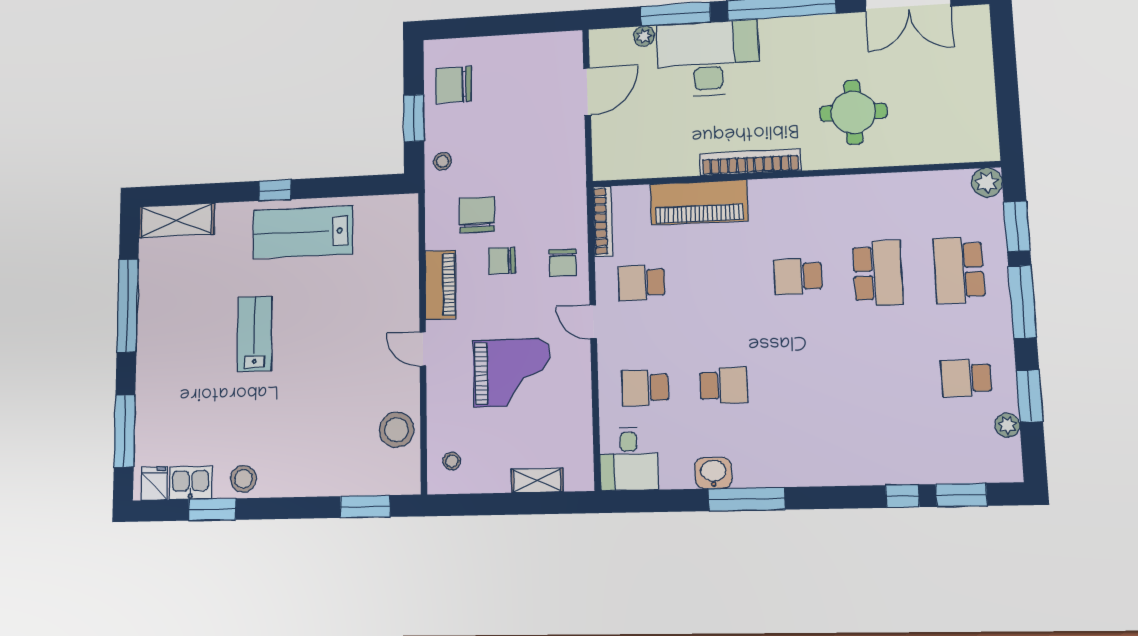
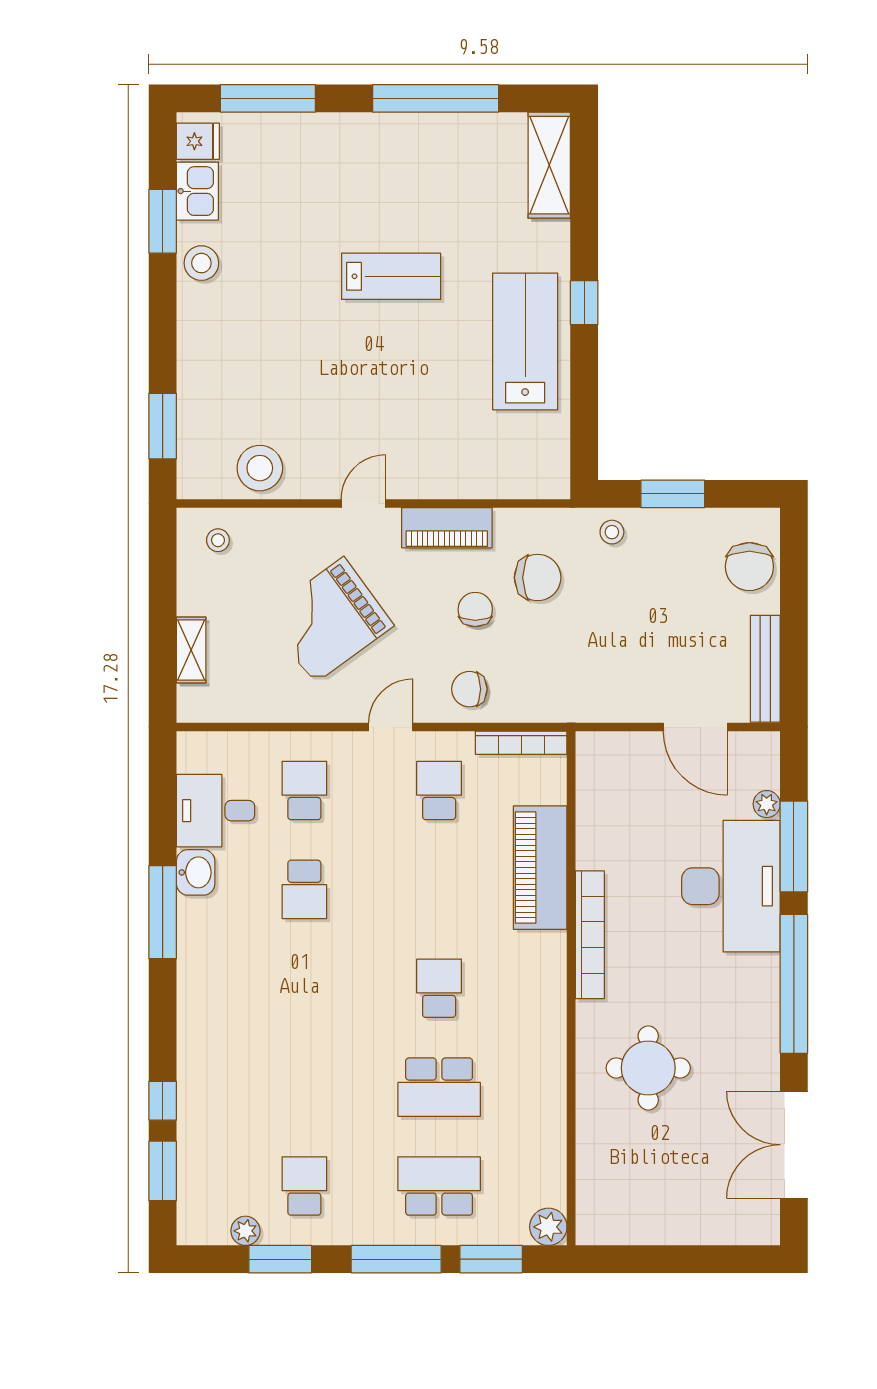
bench: (542, 43) -> (765, 669), added
chair: (453, 85) -> (749, 567), moved, turned 180
grand piano: (512, 373) -> (329, 620), turned 54
desk: (629, 459) -> (216, 811), moved

